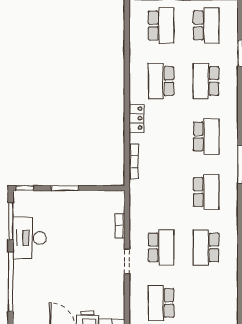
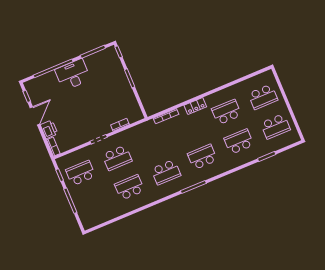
school desk: (206, 136) -> (202, 157), turned 180
desk: (29, 238) -> (73, 75), moved

